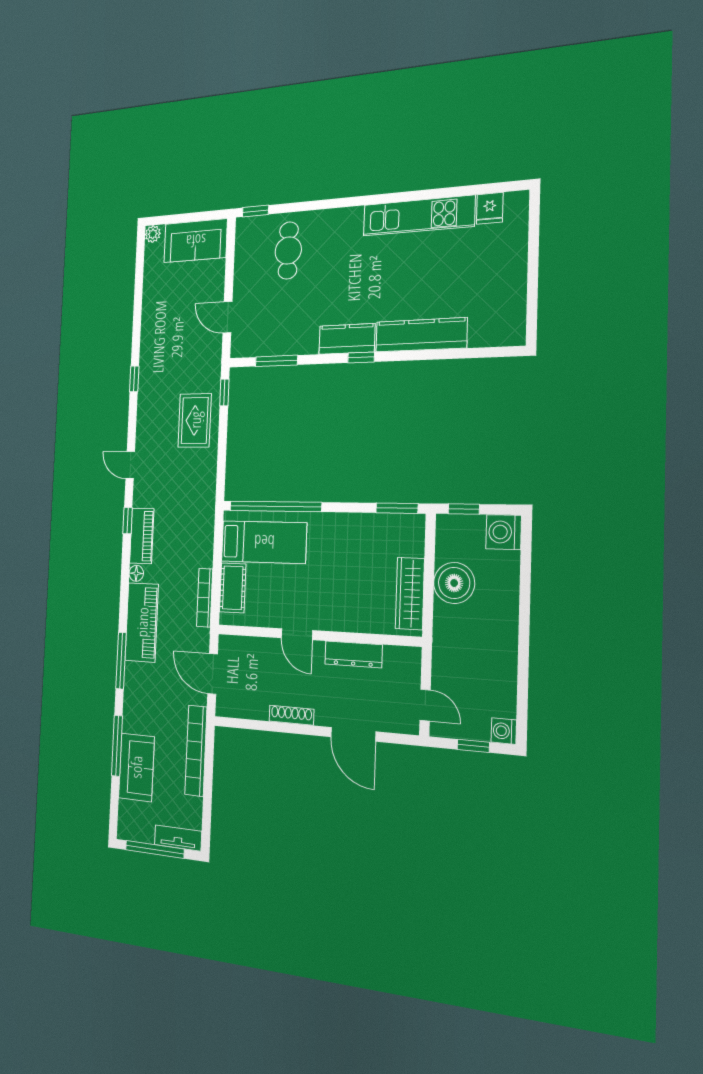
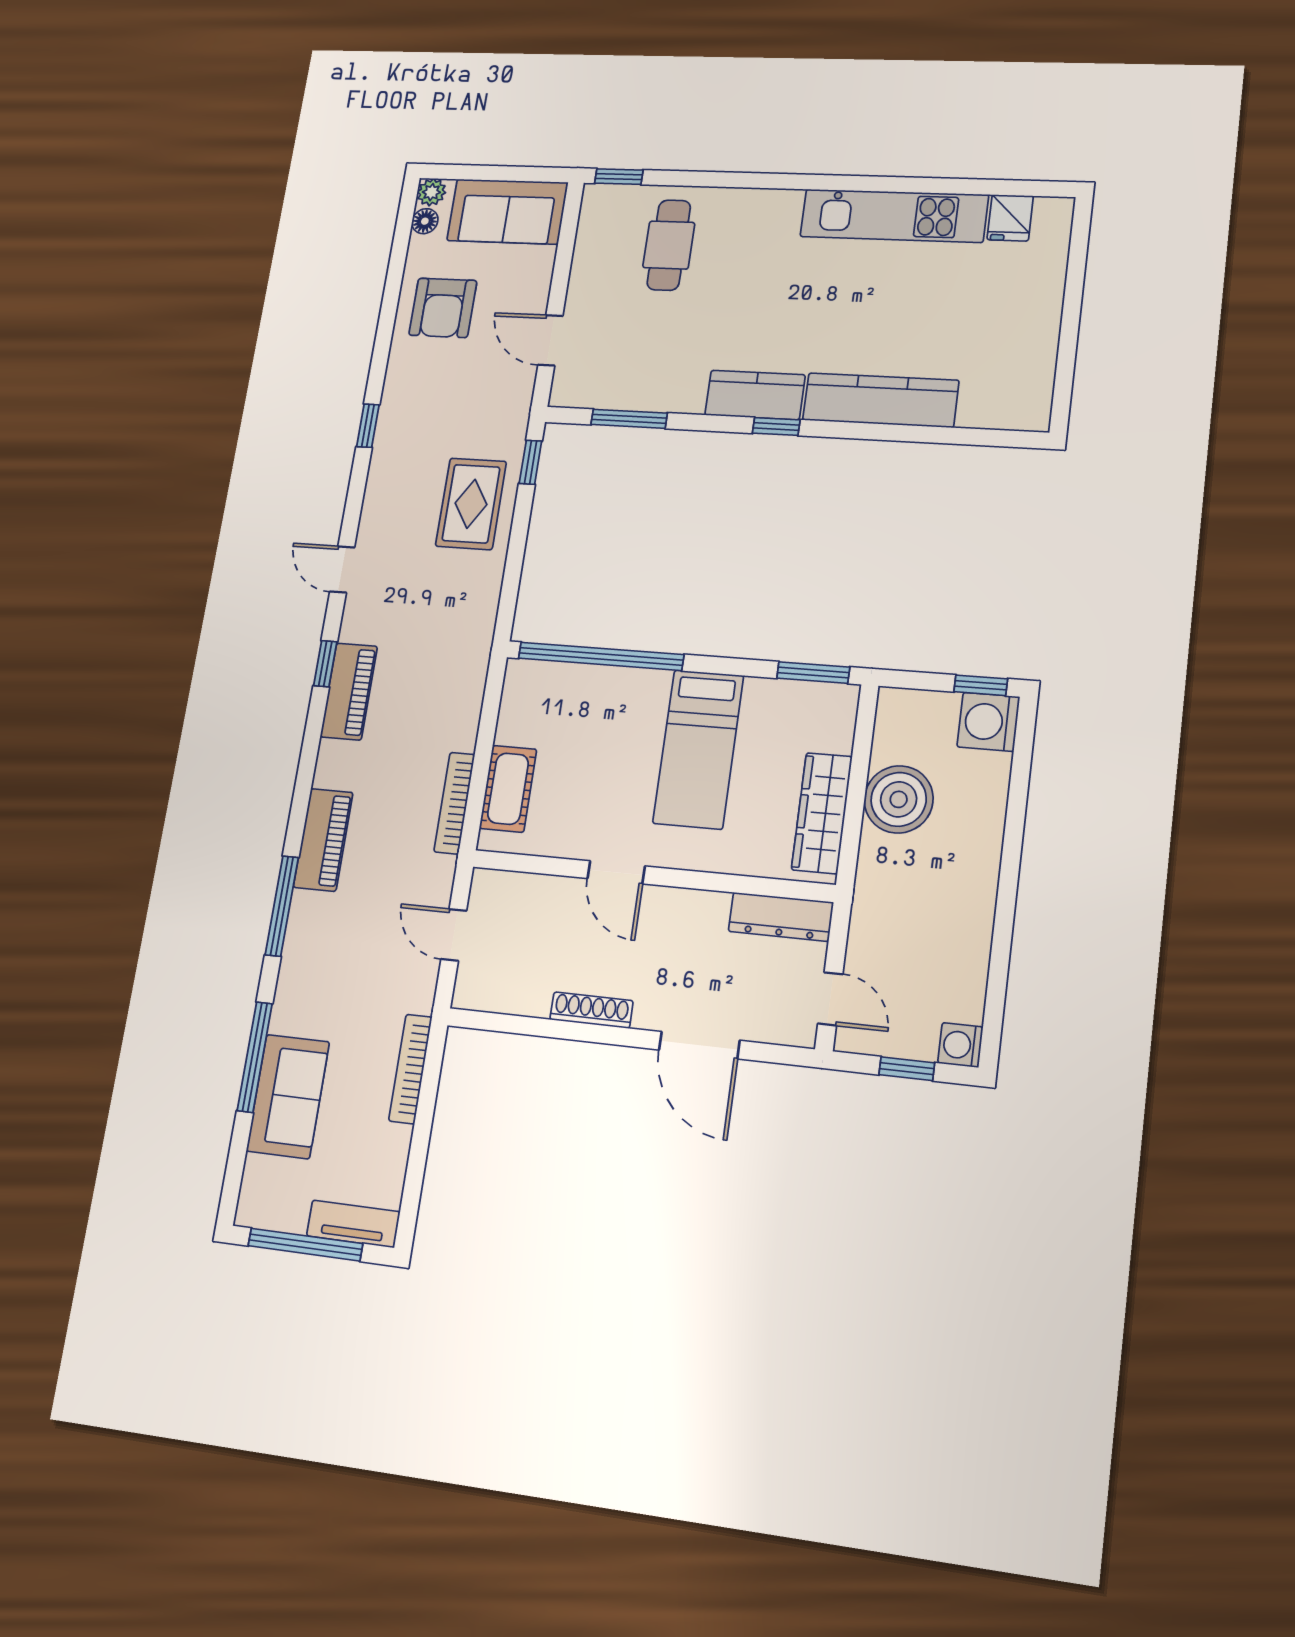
armchair: (167, 304) -> (443, 308), added
window: (464, 509) -> (981, 685), moved
bed: (264, 542) -> (698, 749), moved, turned 90
floor lamp: (136, 573) -> (425, 221), moved
piano: (142, 622) -> (323, 840), width x0.73, depth x0.75
dresser: (353, 654) -> (781, 917), moved
door: (213, 674) -> (454, 935), width x0.73
bookcase: (196, 751) -> (410, 1069), width x0.68, depth x0.76

